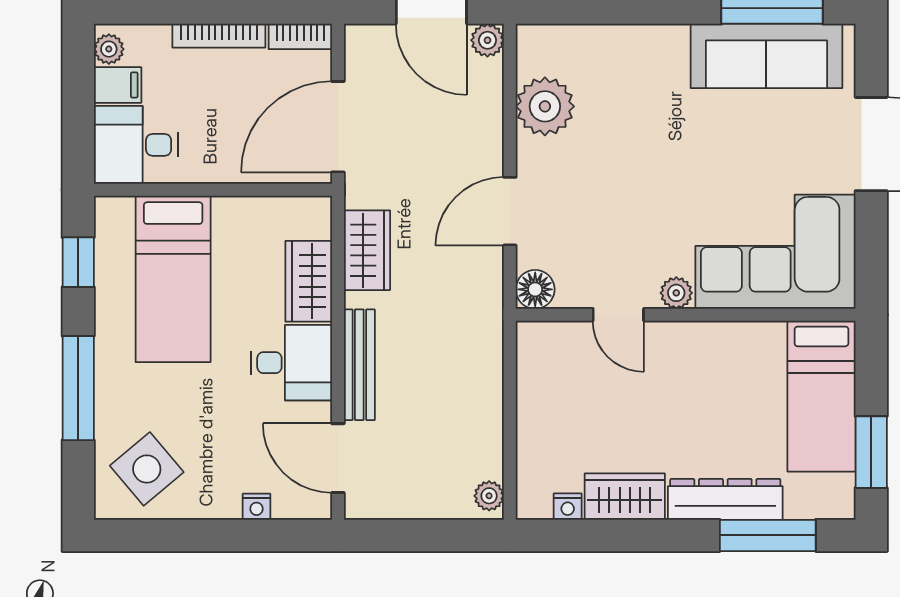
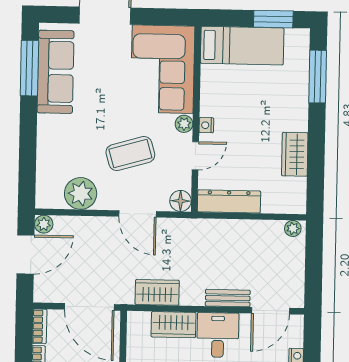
coffee table: (620, 196) -> (130, 154), added
bench: (359, 365) -> (228, 298), width x0.73
dresser: (725, 499) -> (229, 201), moved, turned 90
nightstand: (568, 507) -> (206, 125), moved, turned 180

